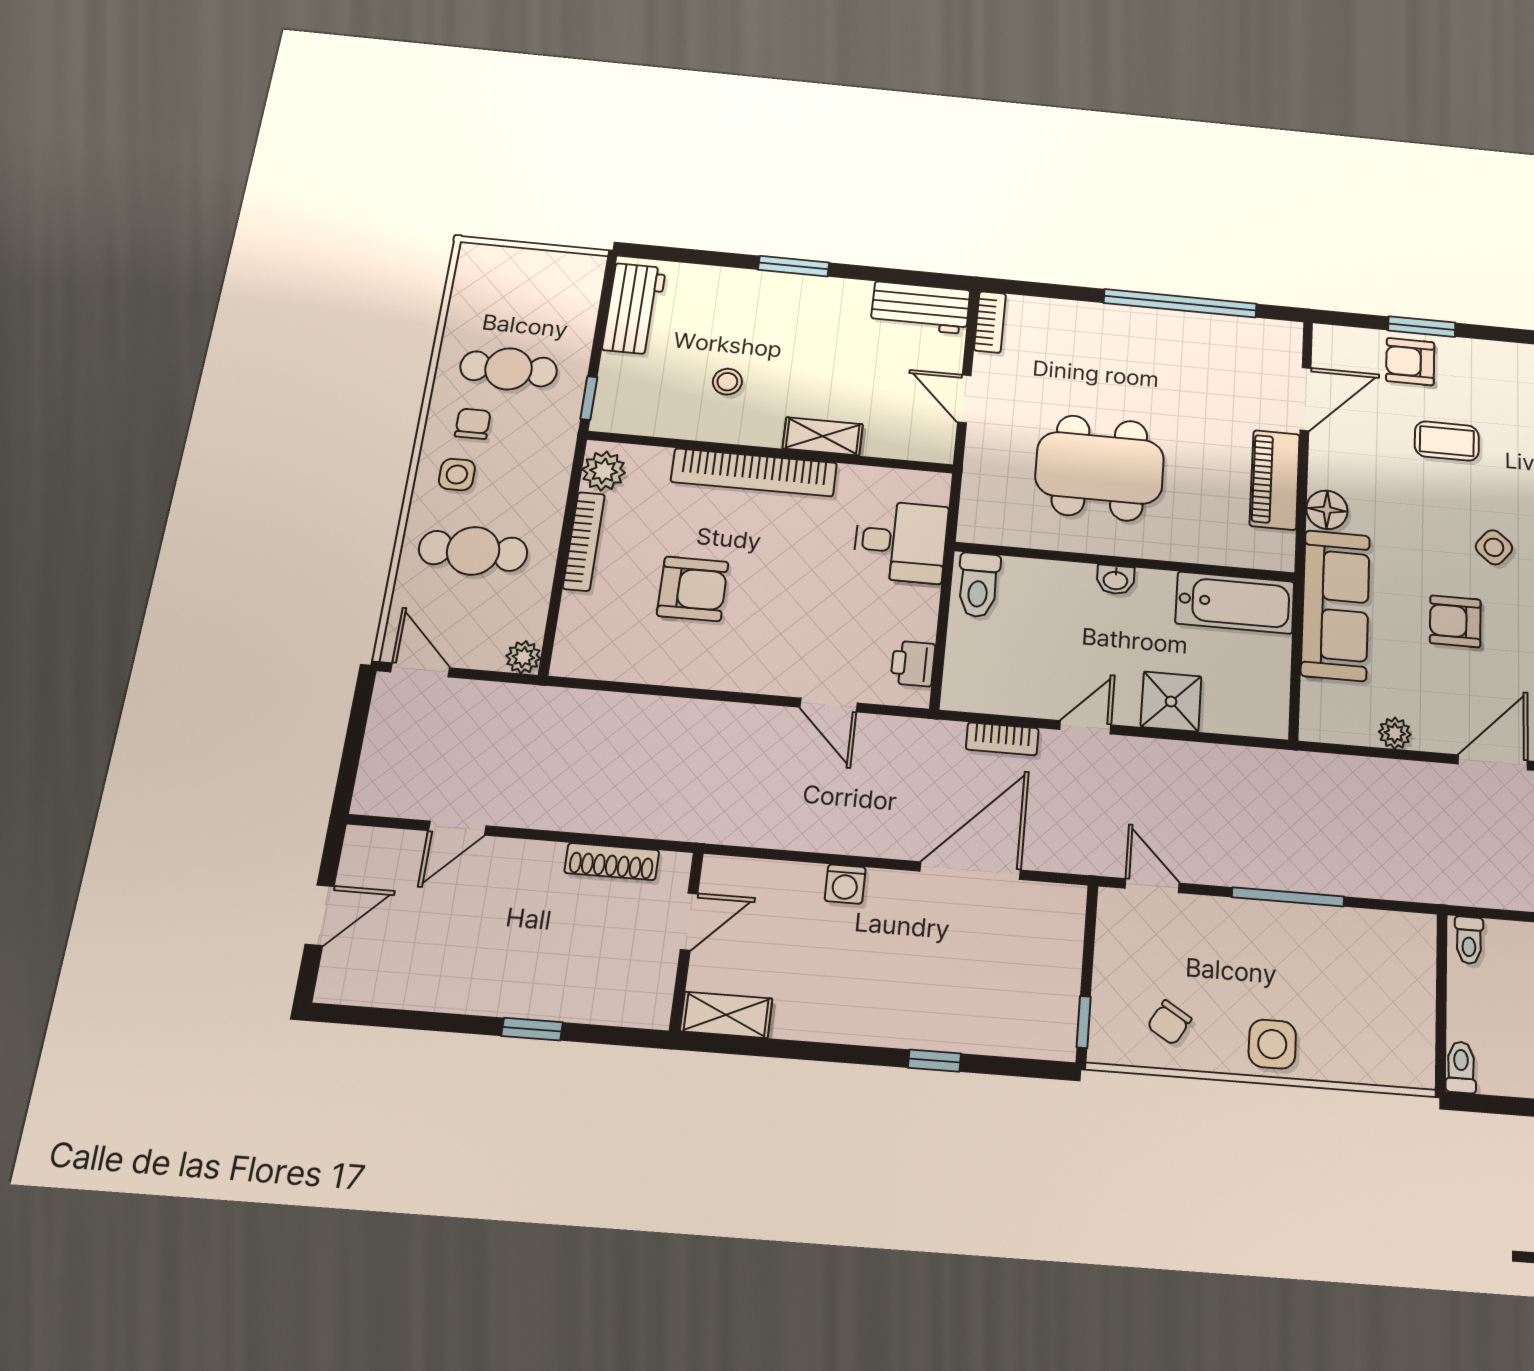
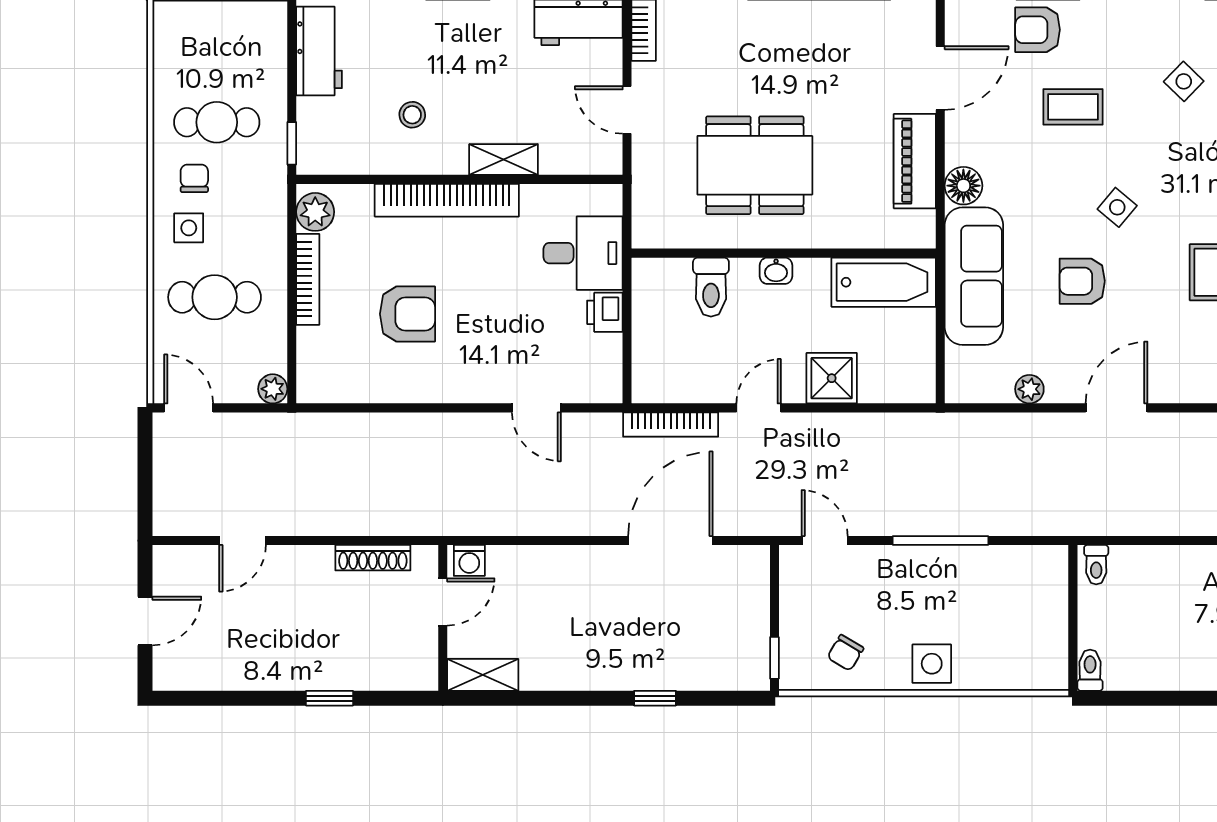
toilet: (978, 585) -> (711, 287), moved
printer: (913, 664) -> (605, 312), moved
bookcase: (1002, 739) -> (671, 424), width x1.56
washing machine: (845, 884) -> (469, 560), moved

